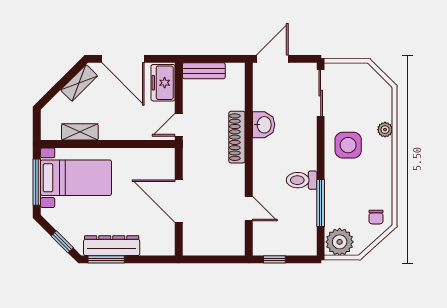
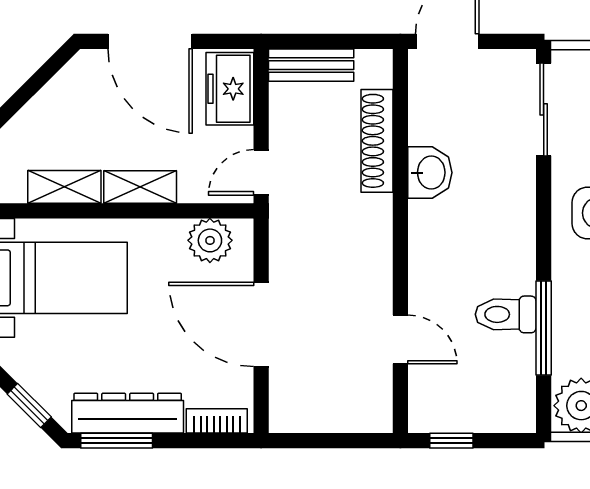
shelving: (79, 83) -> (140, 187), moved, turned 45
shoe rack: (237, 137) -> (377, 141), moved
plant: (153, 159) -> (210, 240), added
toilet: (302, 180) -> (506, 314), moved
bookcase: (156, 250) -> (217, 421), added

